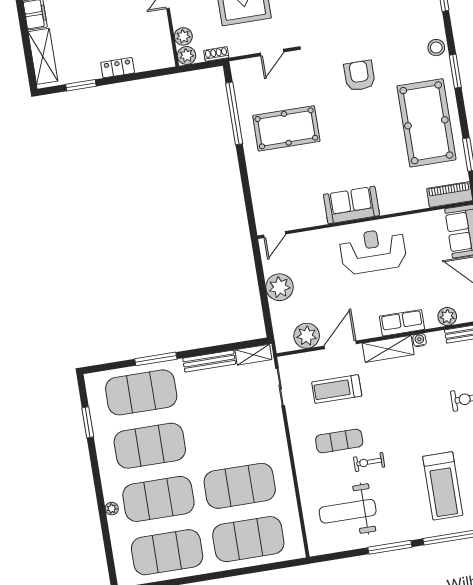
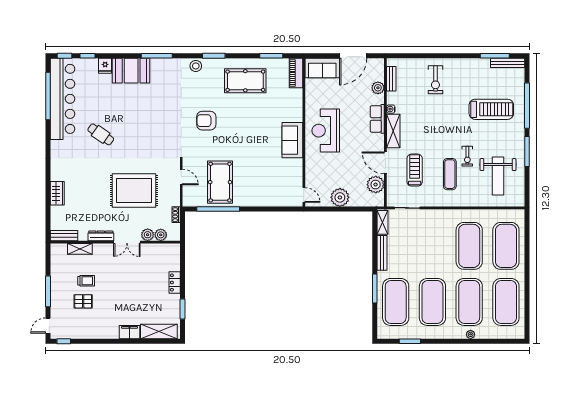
plant: (187, 55) -> (148, 235), moved
pool table: (426, 123) -> (245, 81), width x0.73, depth x0.76
pool table: (286, 128) -> (220, 182), moved
treadmill: (337, 389) -> (415, 170), turned 180

